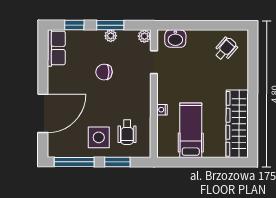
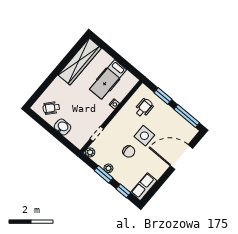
washbasin: (175, 39) -> (63, 127), moved
side table: (99, 137) -> (144, 136), moved

